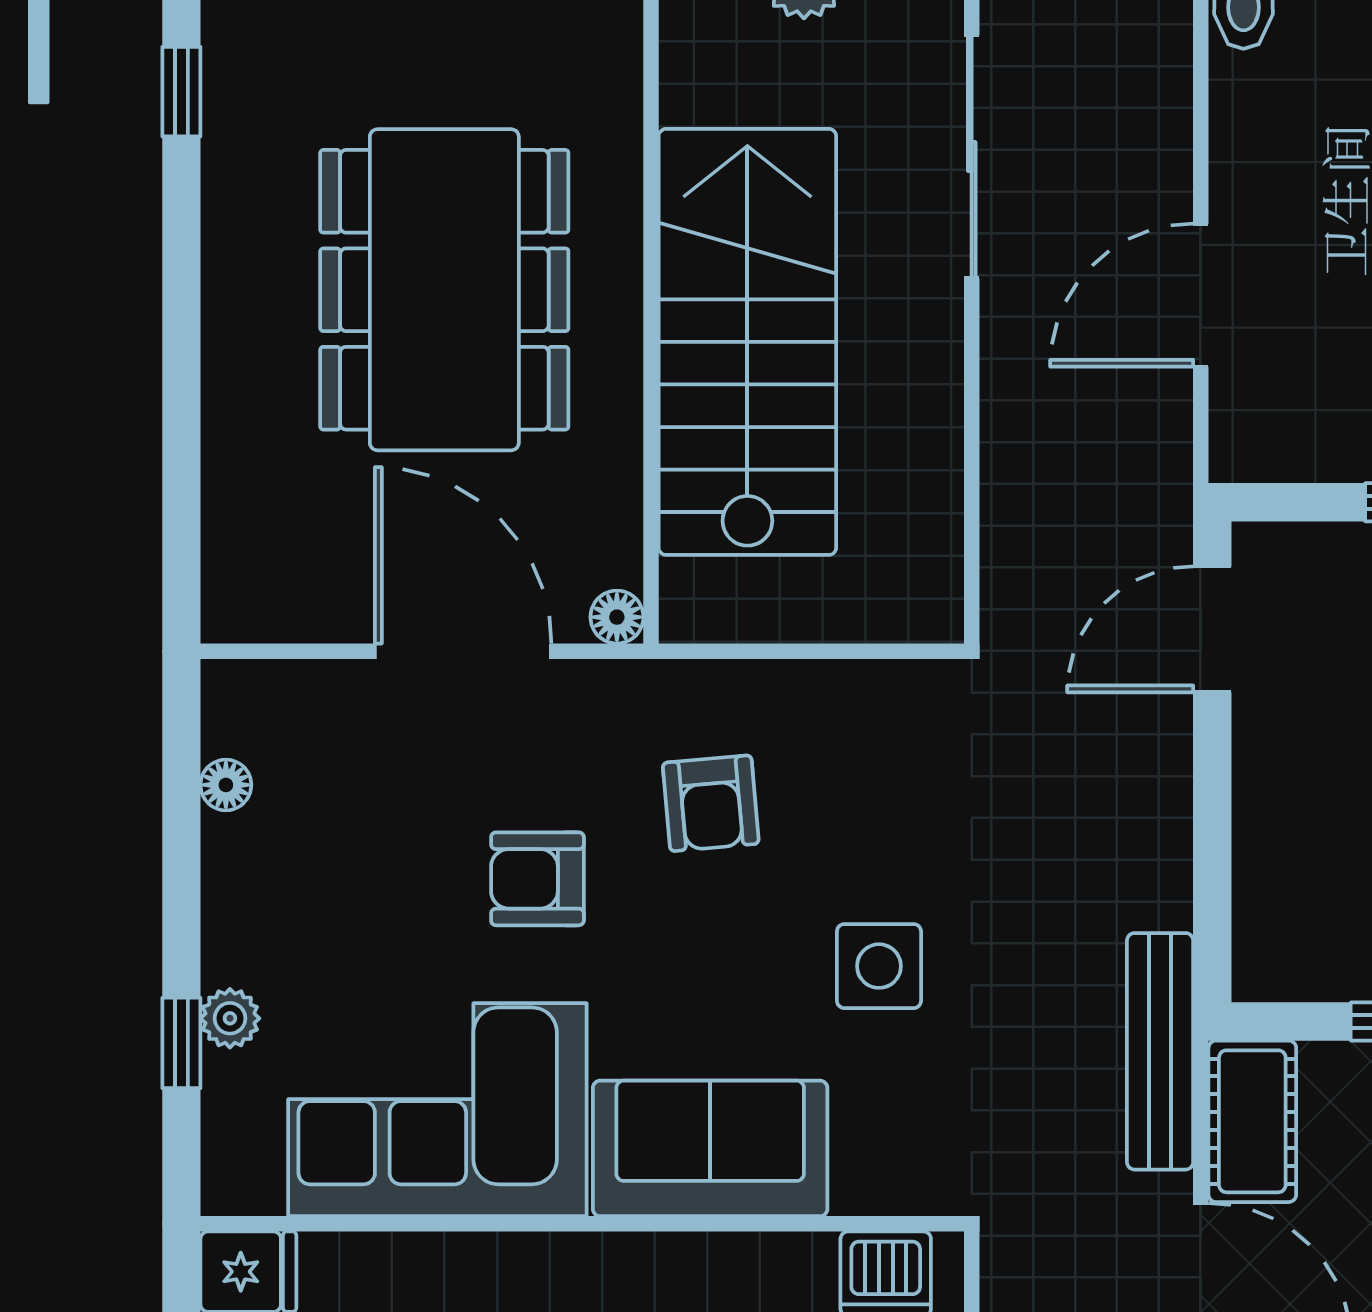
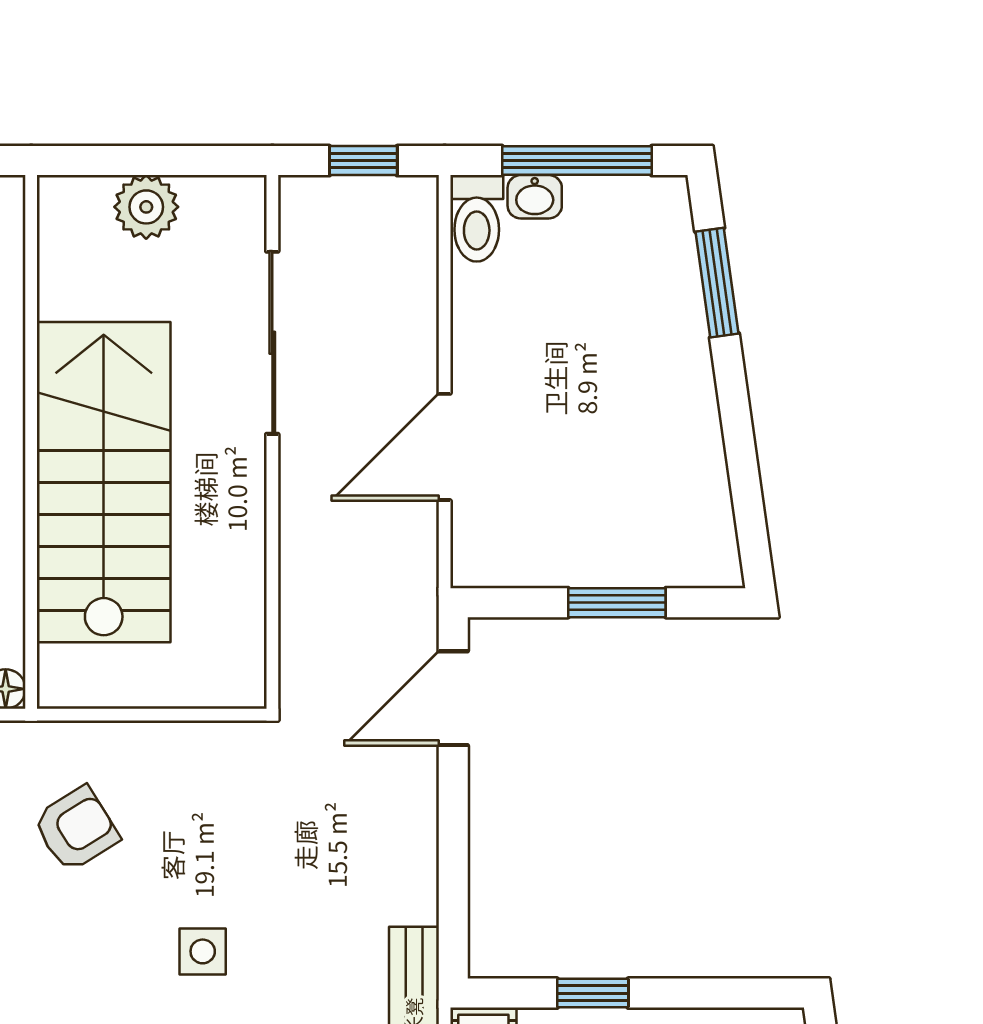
armchair: (711, 803) -> (76, 829), turned -117
side table: (879, 966) -> (203, 951), width x0.73, depth x0.73

